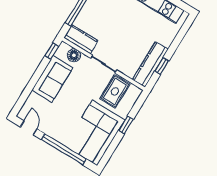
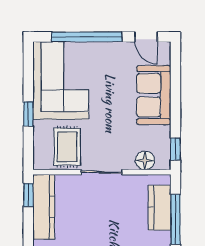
kitchen counter: (81, 39) -> (160, 208), moved, turned 90
window: (162, 66) -> (28, 195), moved
sofa: (52, 79) -> (154, 95), moved

